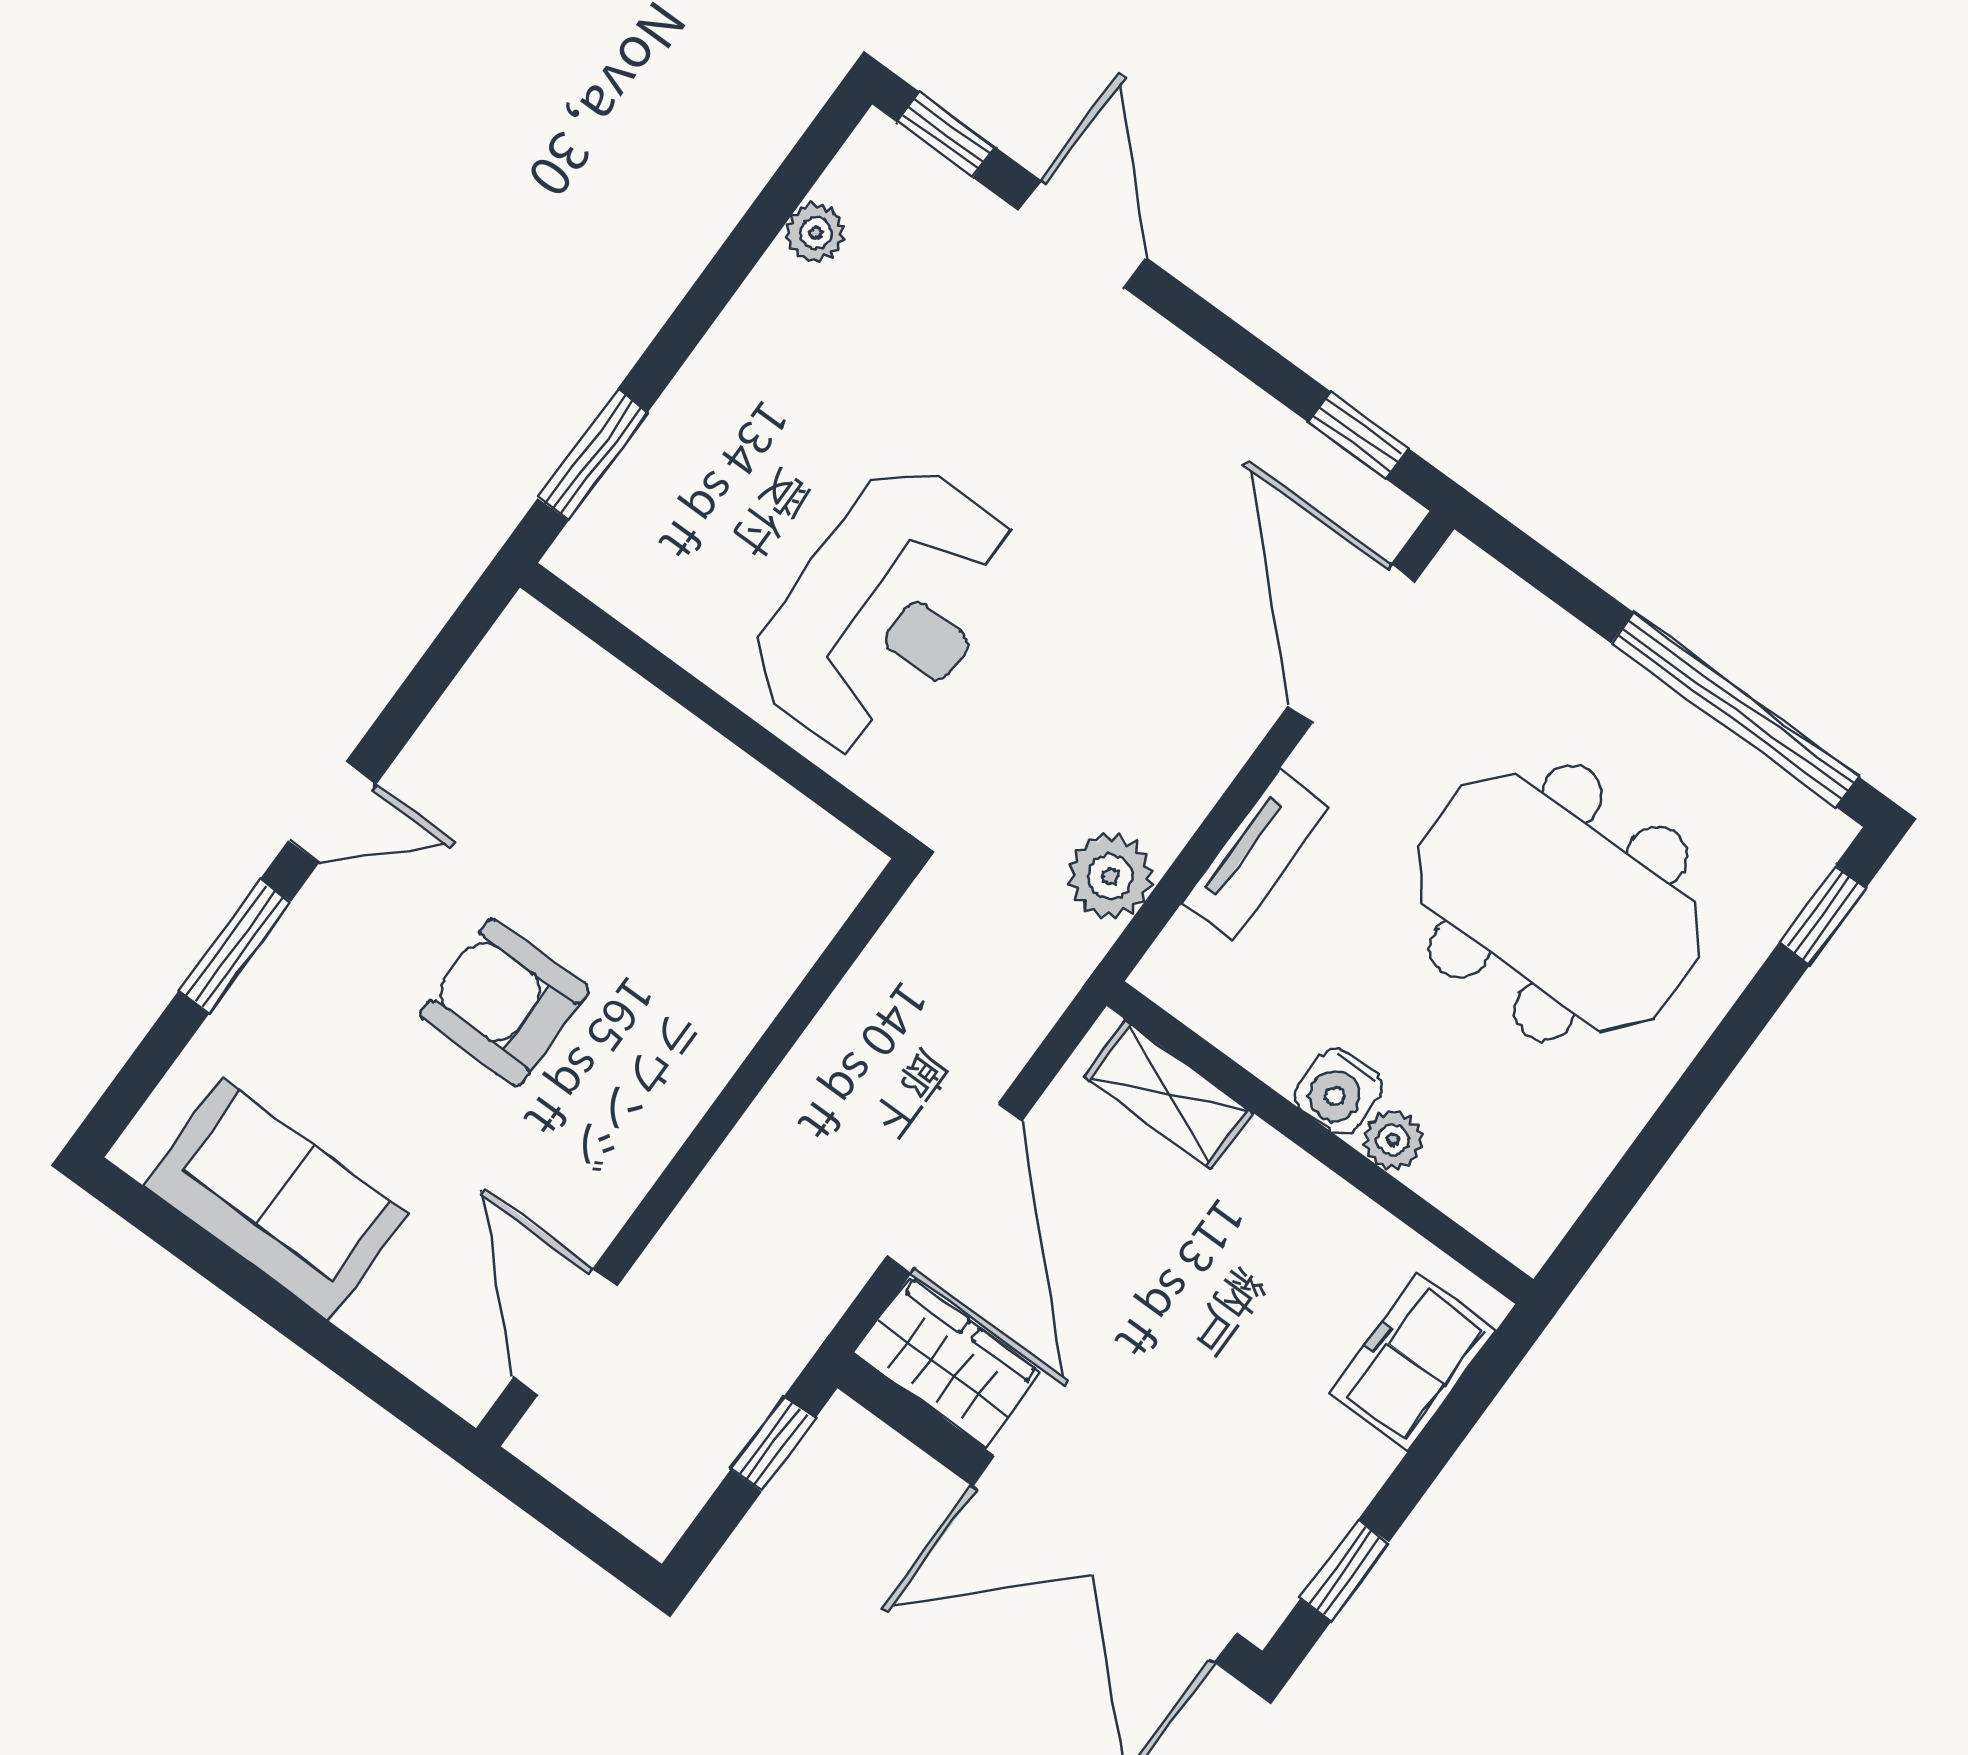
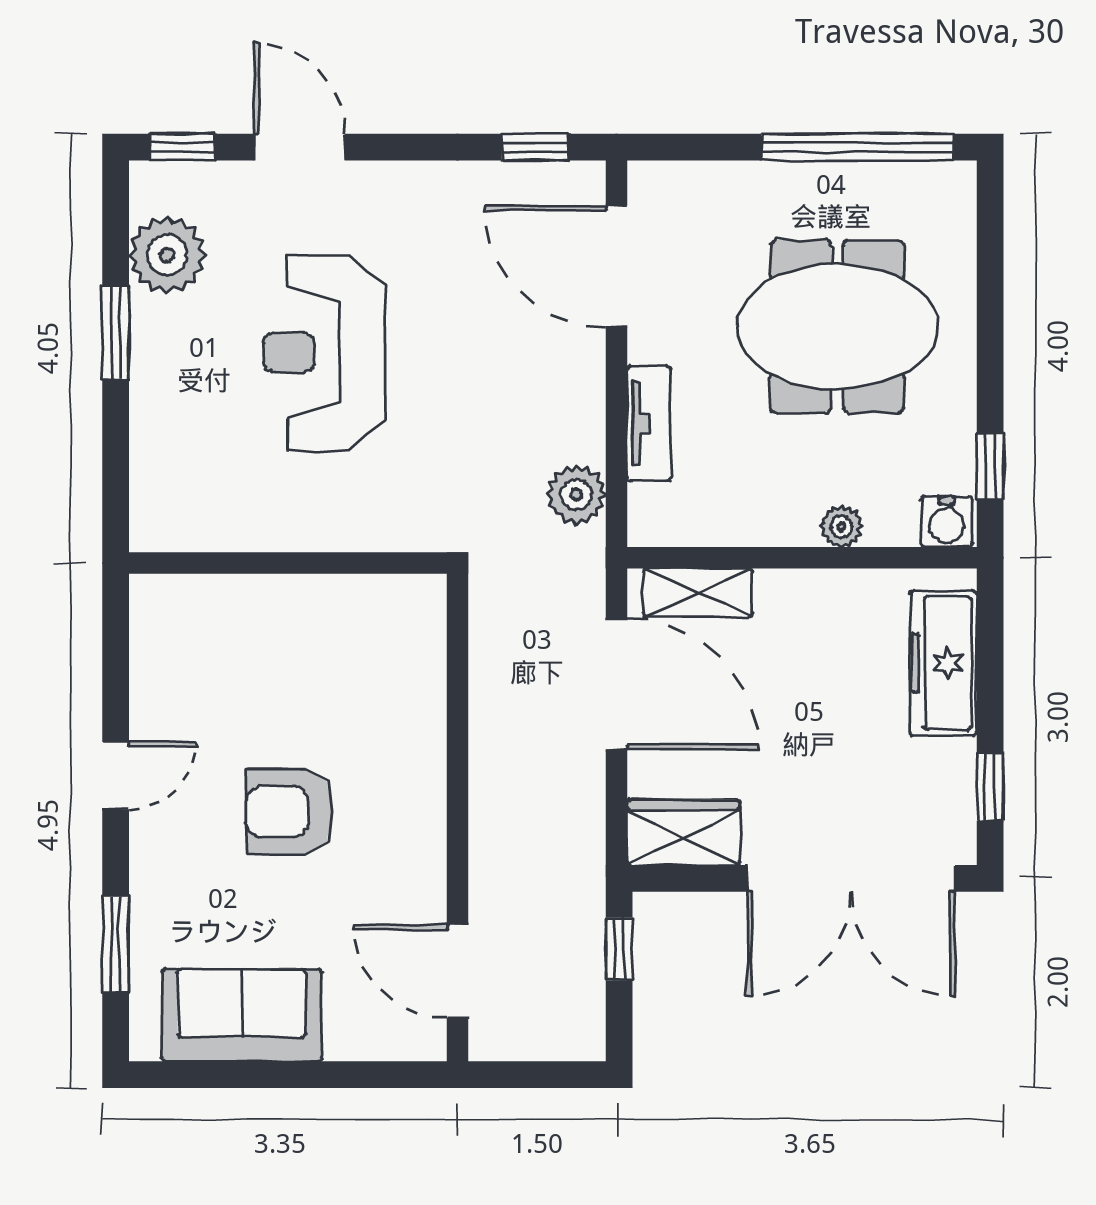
plant: (815, 233) -> (167, 255), width x1.88, depth x1.88
window: (593, 455) -> (116, 333), moved
reception desk: (885, 611) -> (324, 353), moved, turned 180
window: (1823, 915) -> (990, 467), moved
window: (235, 946) -> (116, 944), moved
water cooler: (1338, 1091) -> (947, 522), moved
door: (954, 1189) -> (616, 684), moved
freezer: (1413, 1362) -> (943, 663), width x1.40

